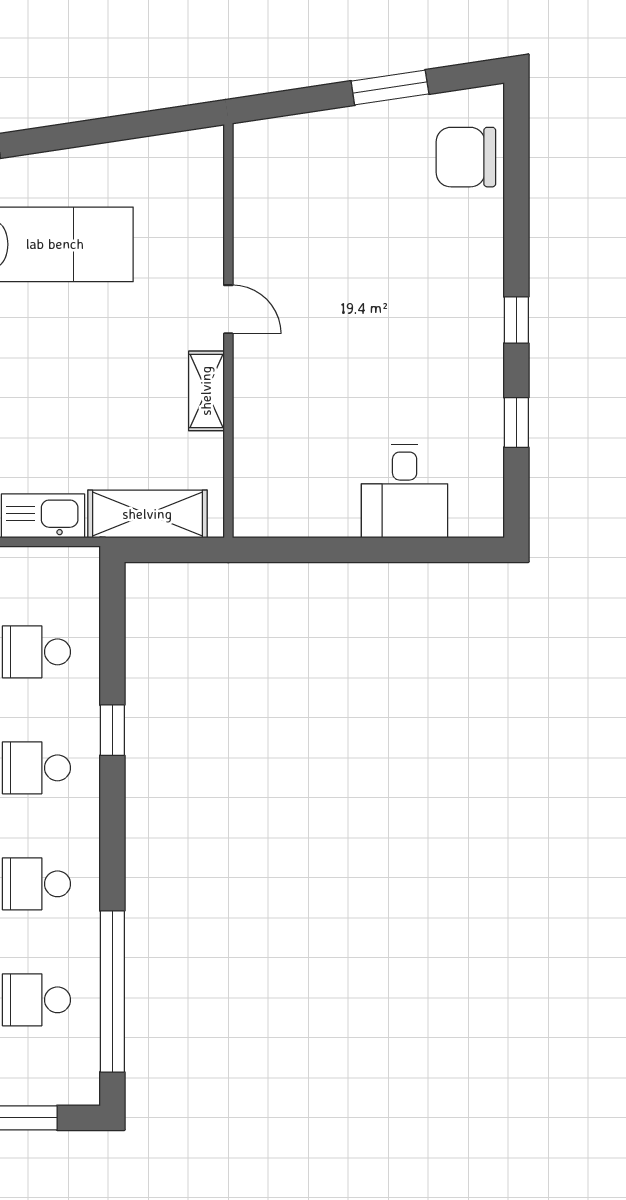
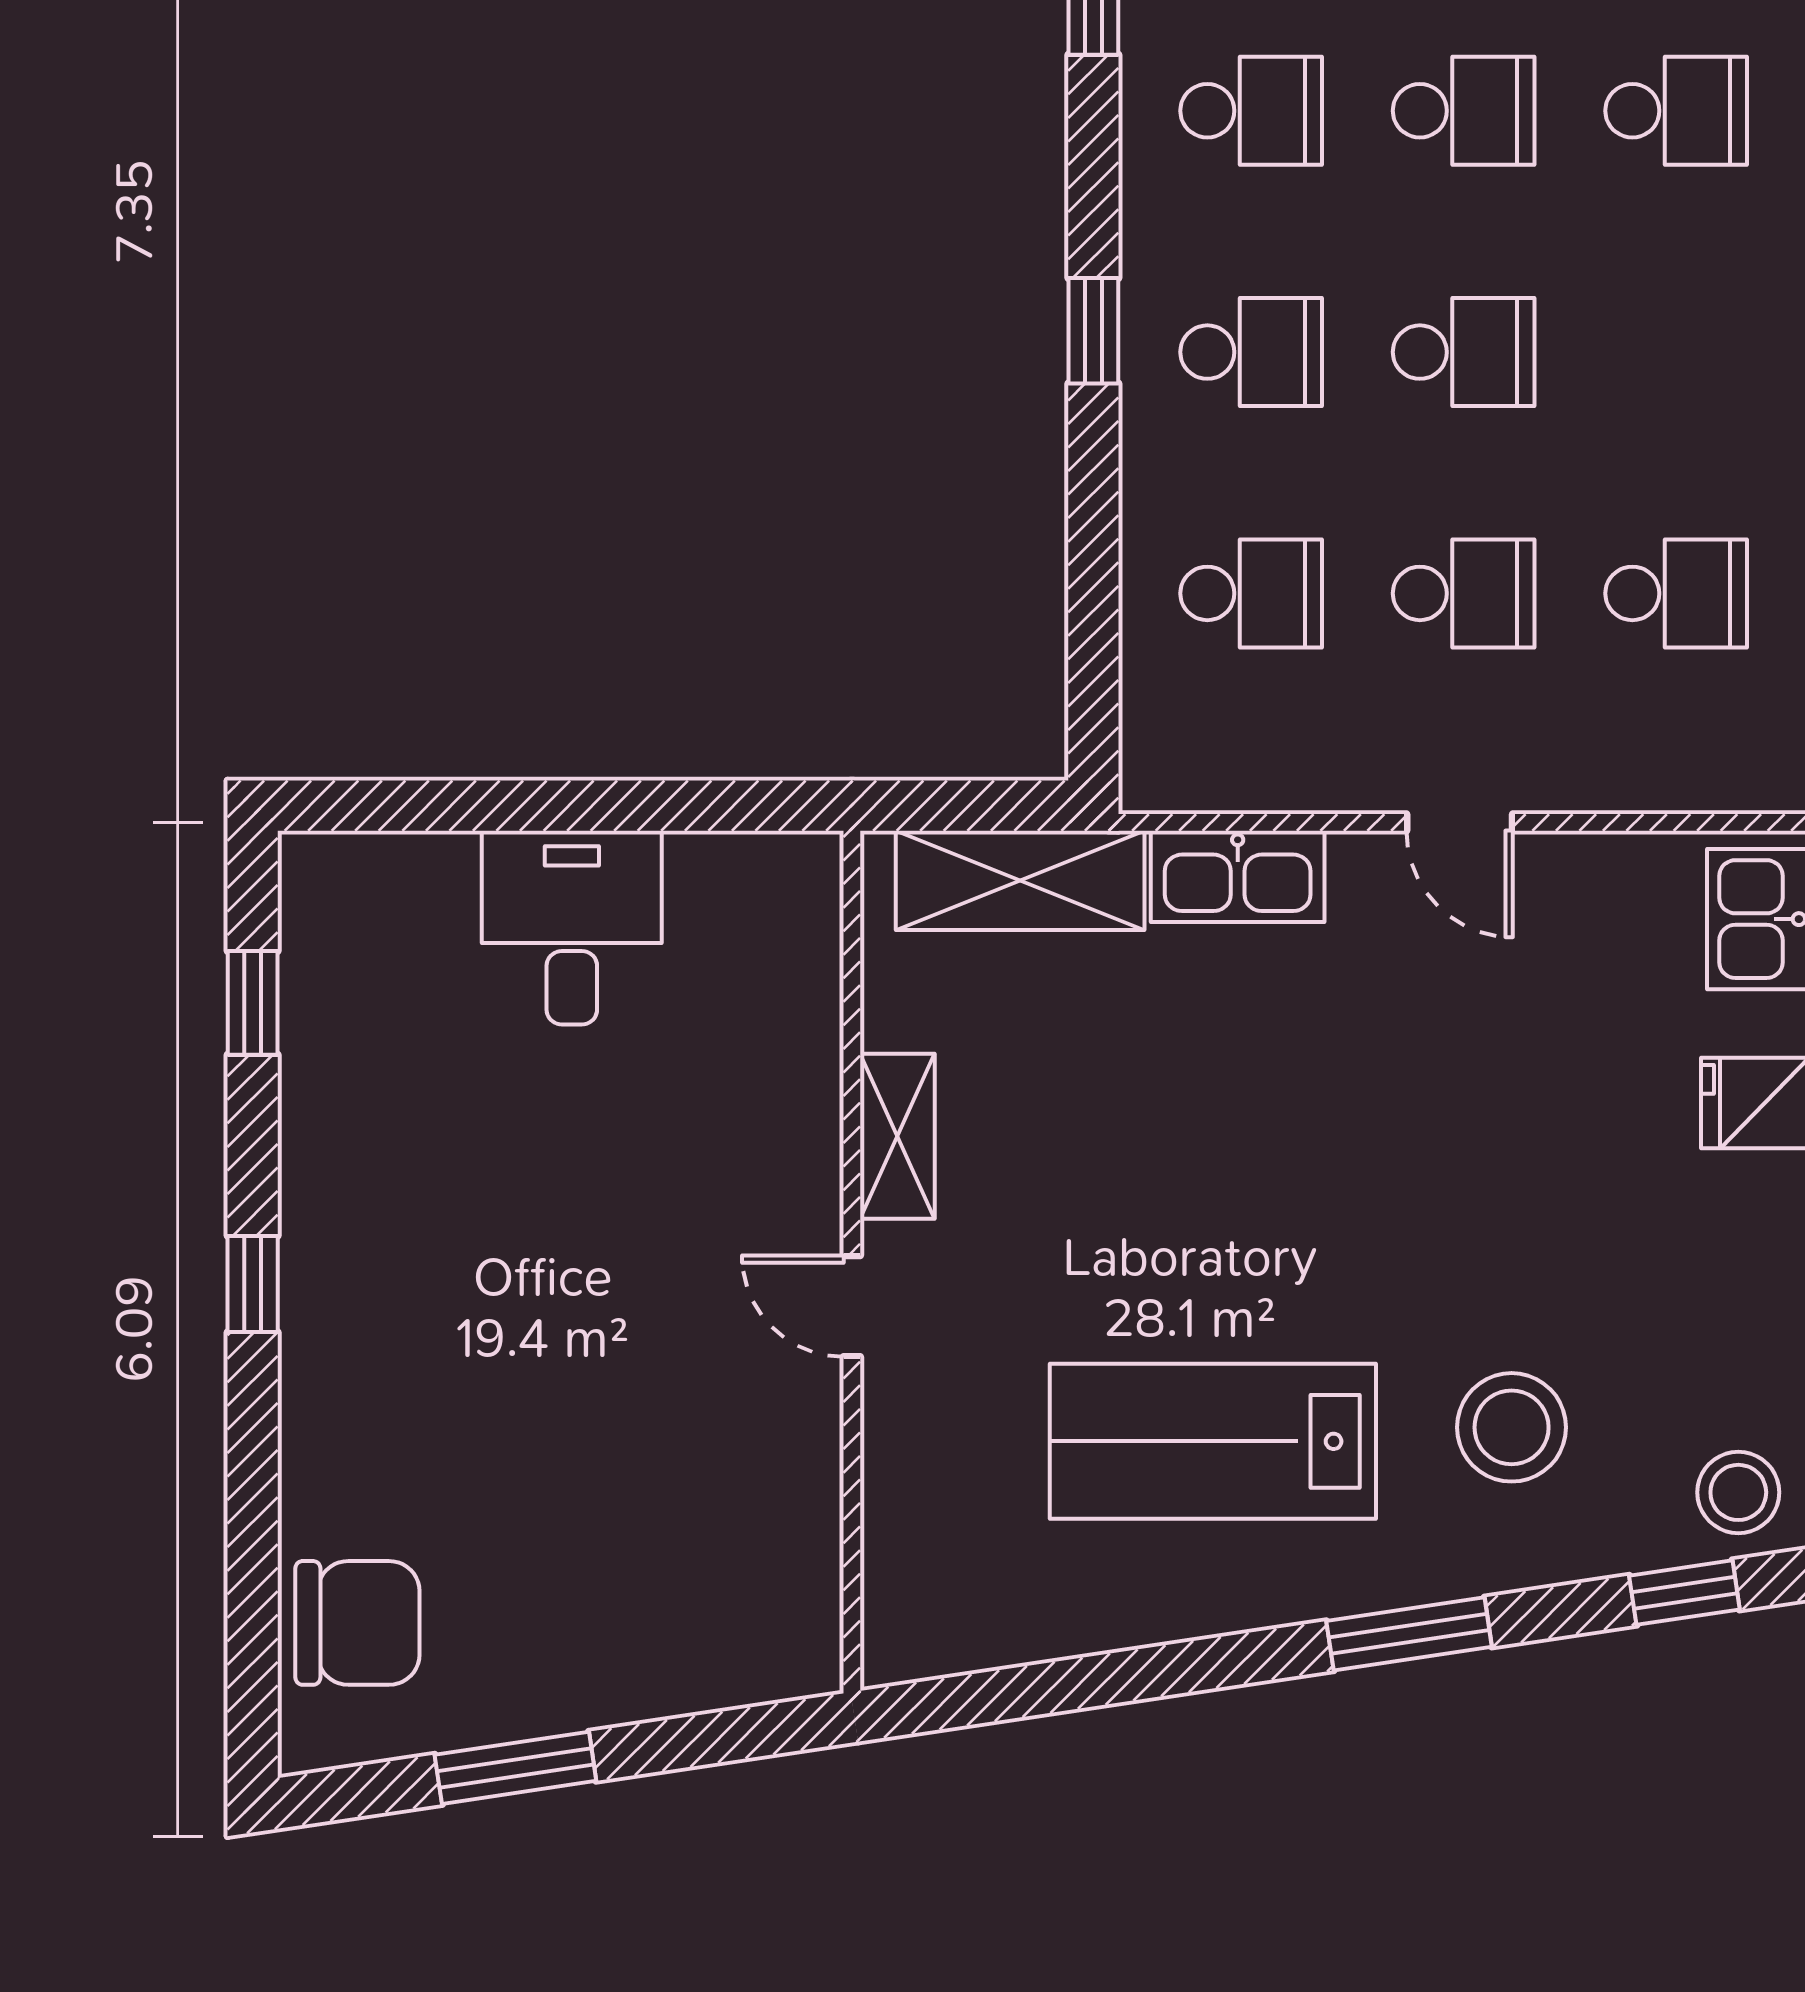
window: (516, 422) -> (253, 1003), moved
desk: (405, 491) -> (572, 928), moved
window: (112, 730) -> (1093, 331), moved

